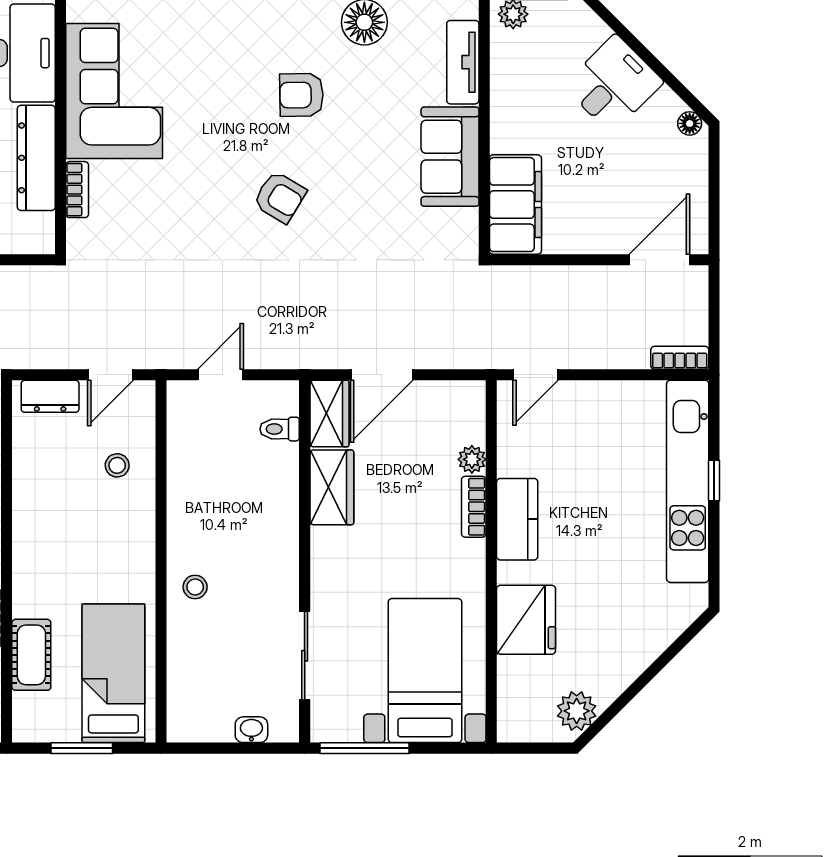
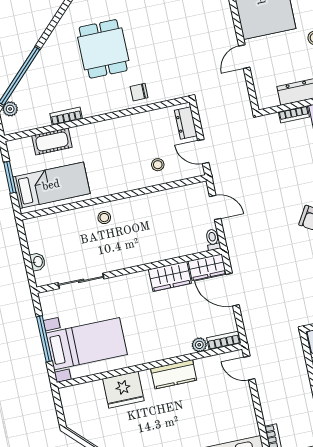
toilet: (280, 429) -> (213, 240), moved
bookcase: (474, 507) -> (224, 341), moved
plant: (577, 711) -> (82, 425), removed
window: (365, 748) -> (44, 339), moved

